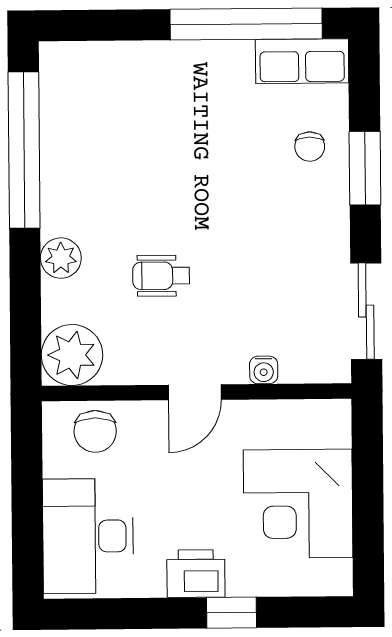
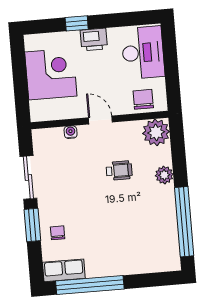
sliding door: (366, 311) -> (28, 177), moved
door: (195, 392) -> (100, 120), hinge flipped

